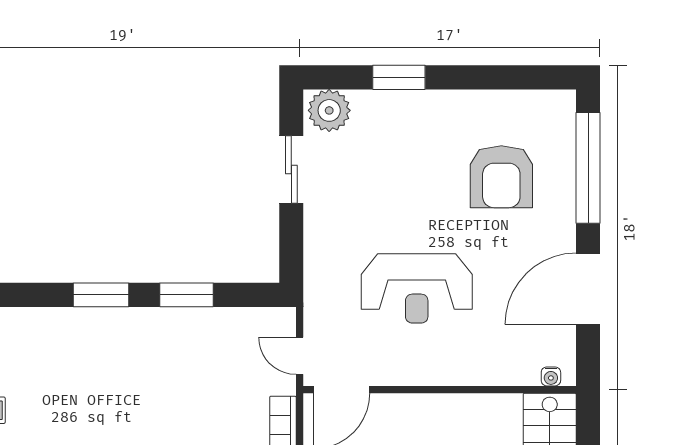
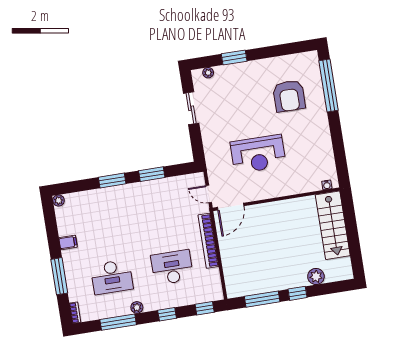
plant: (329, 110) -> (208, 73), width x0.53, depth x0.53
door: (588, 289) -> (338, 141), removed

